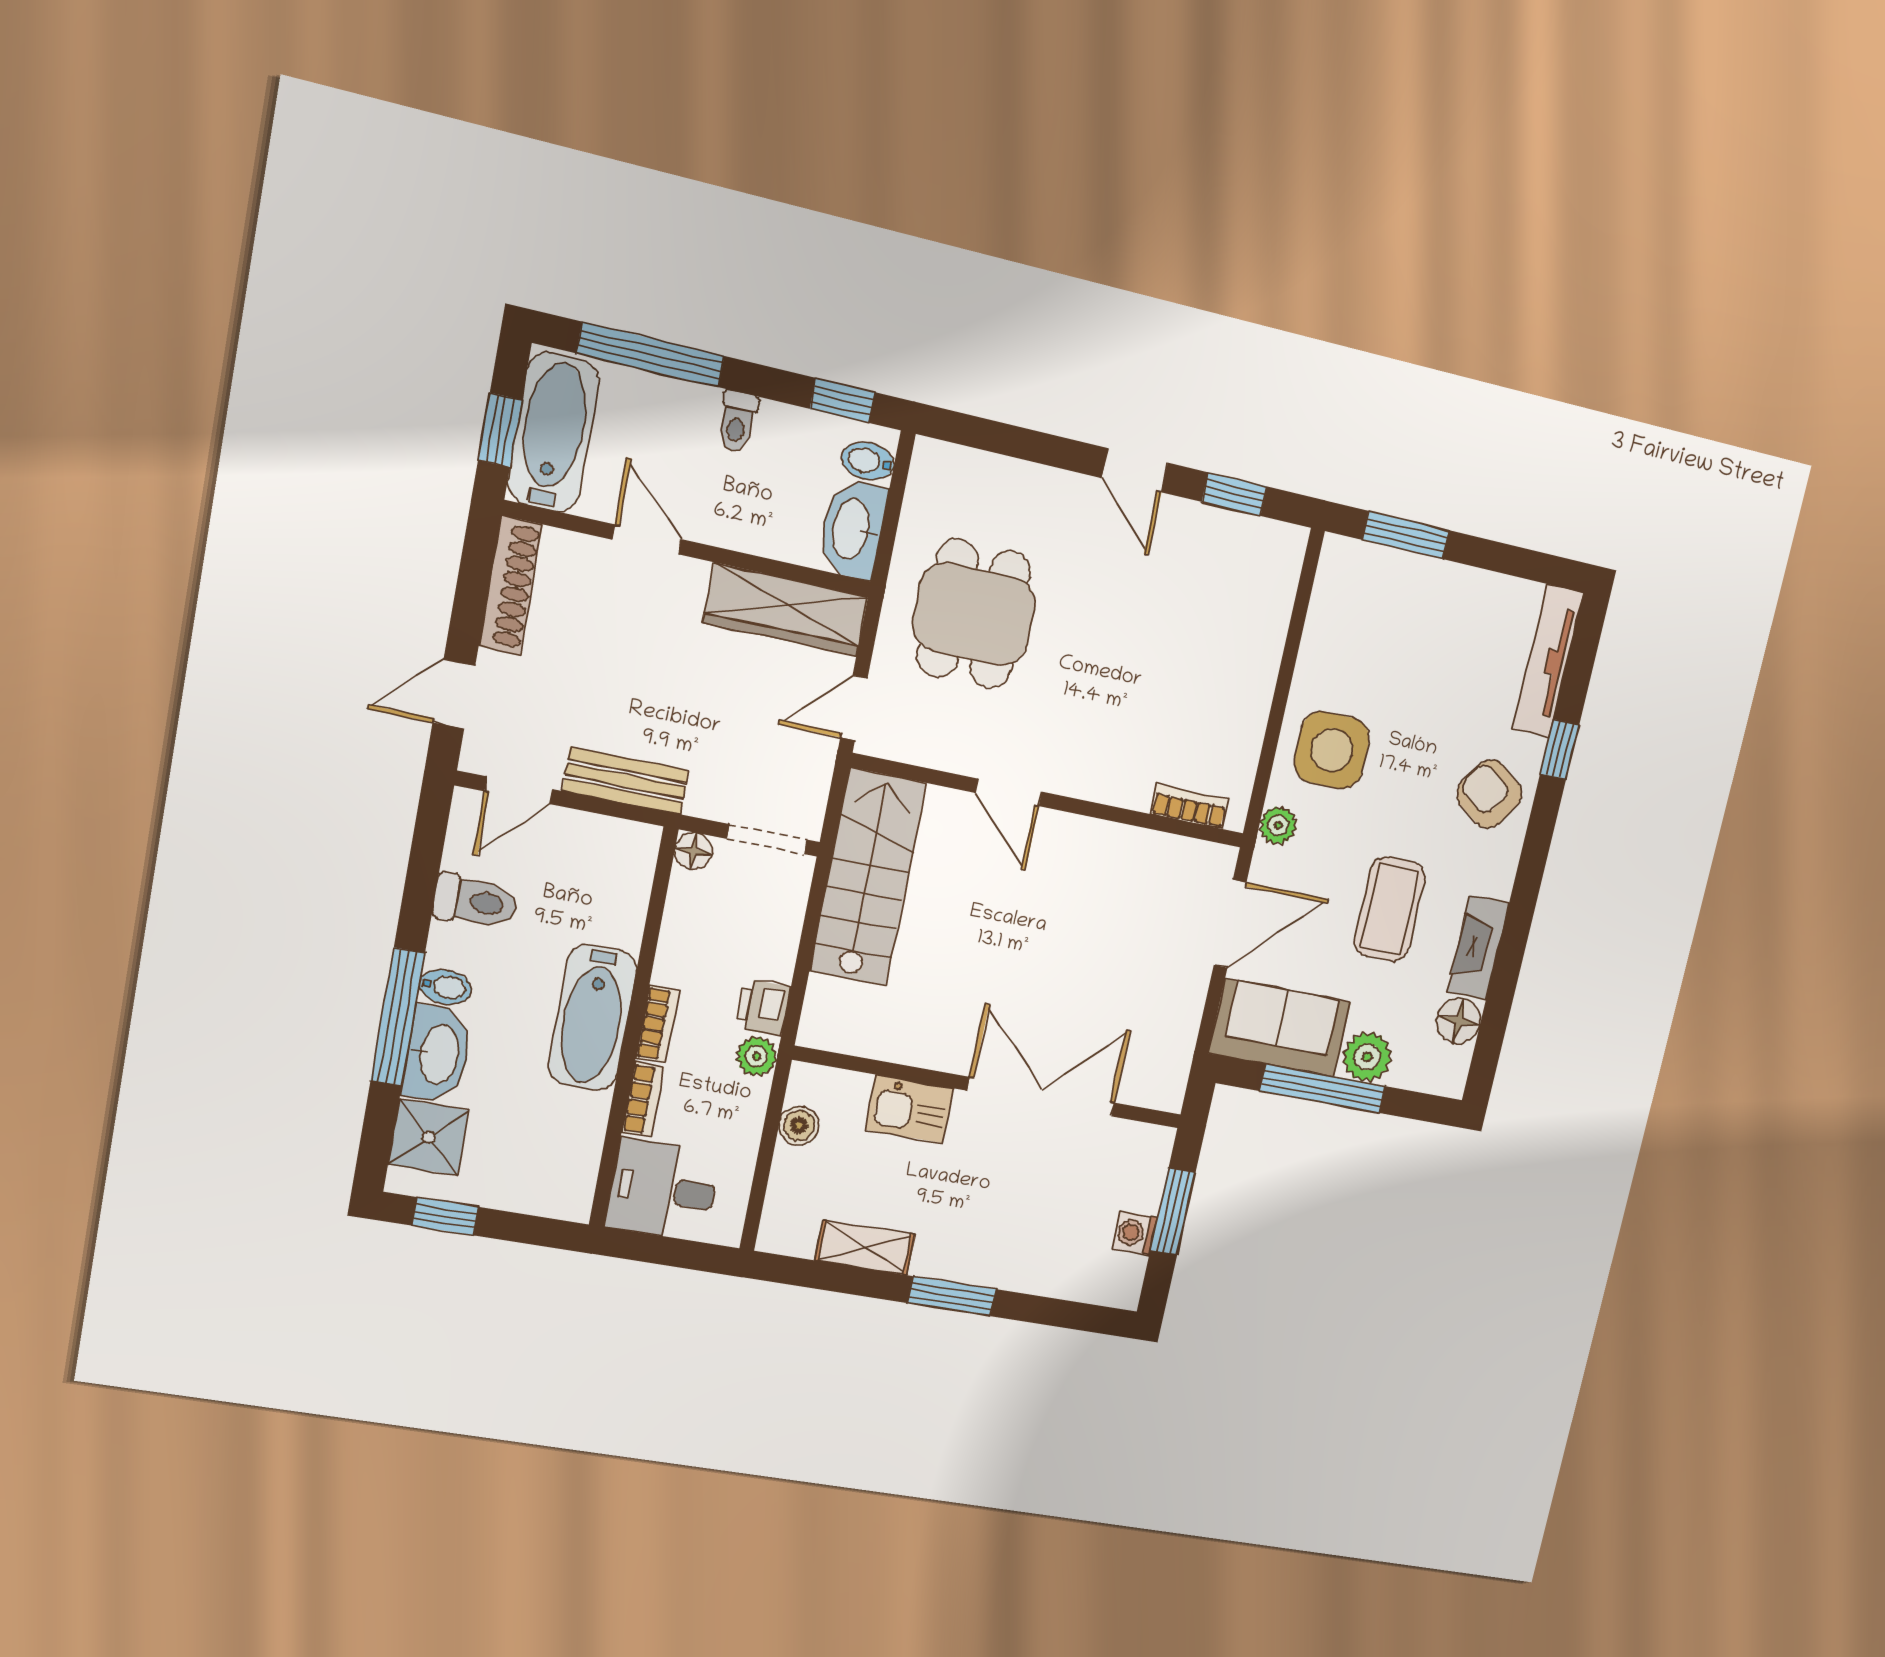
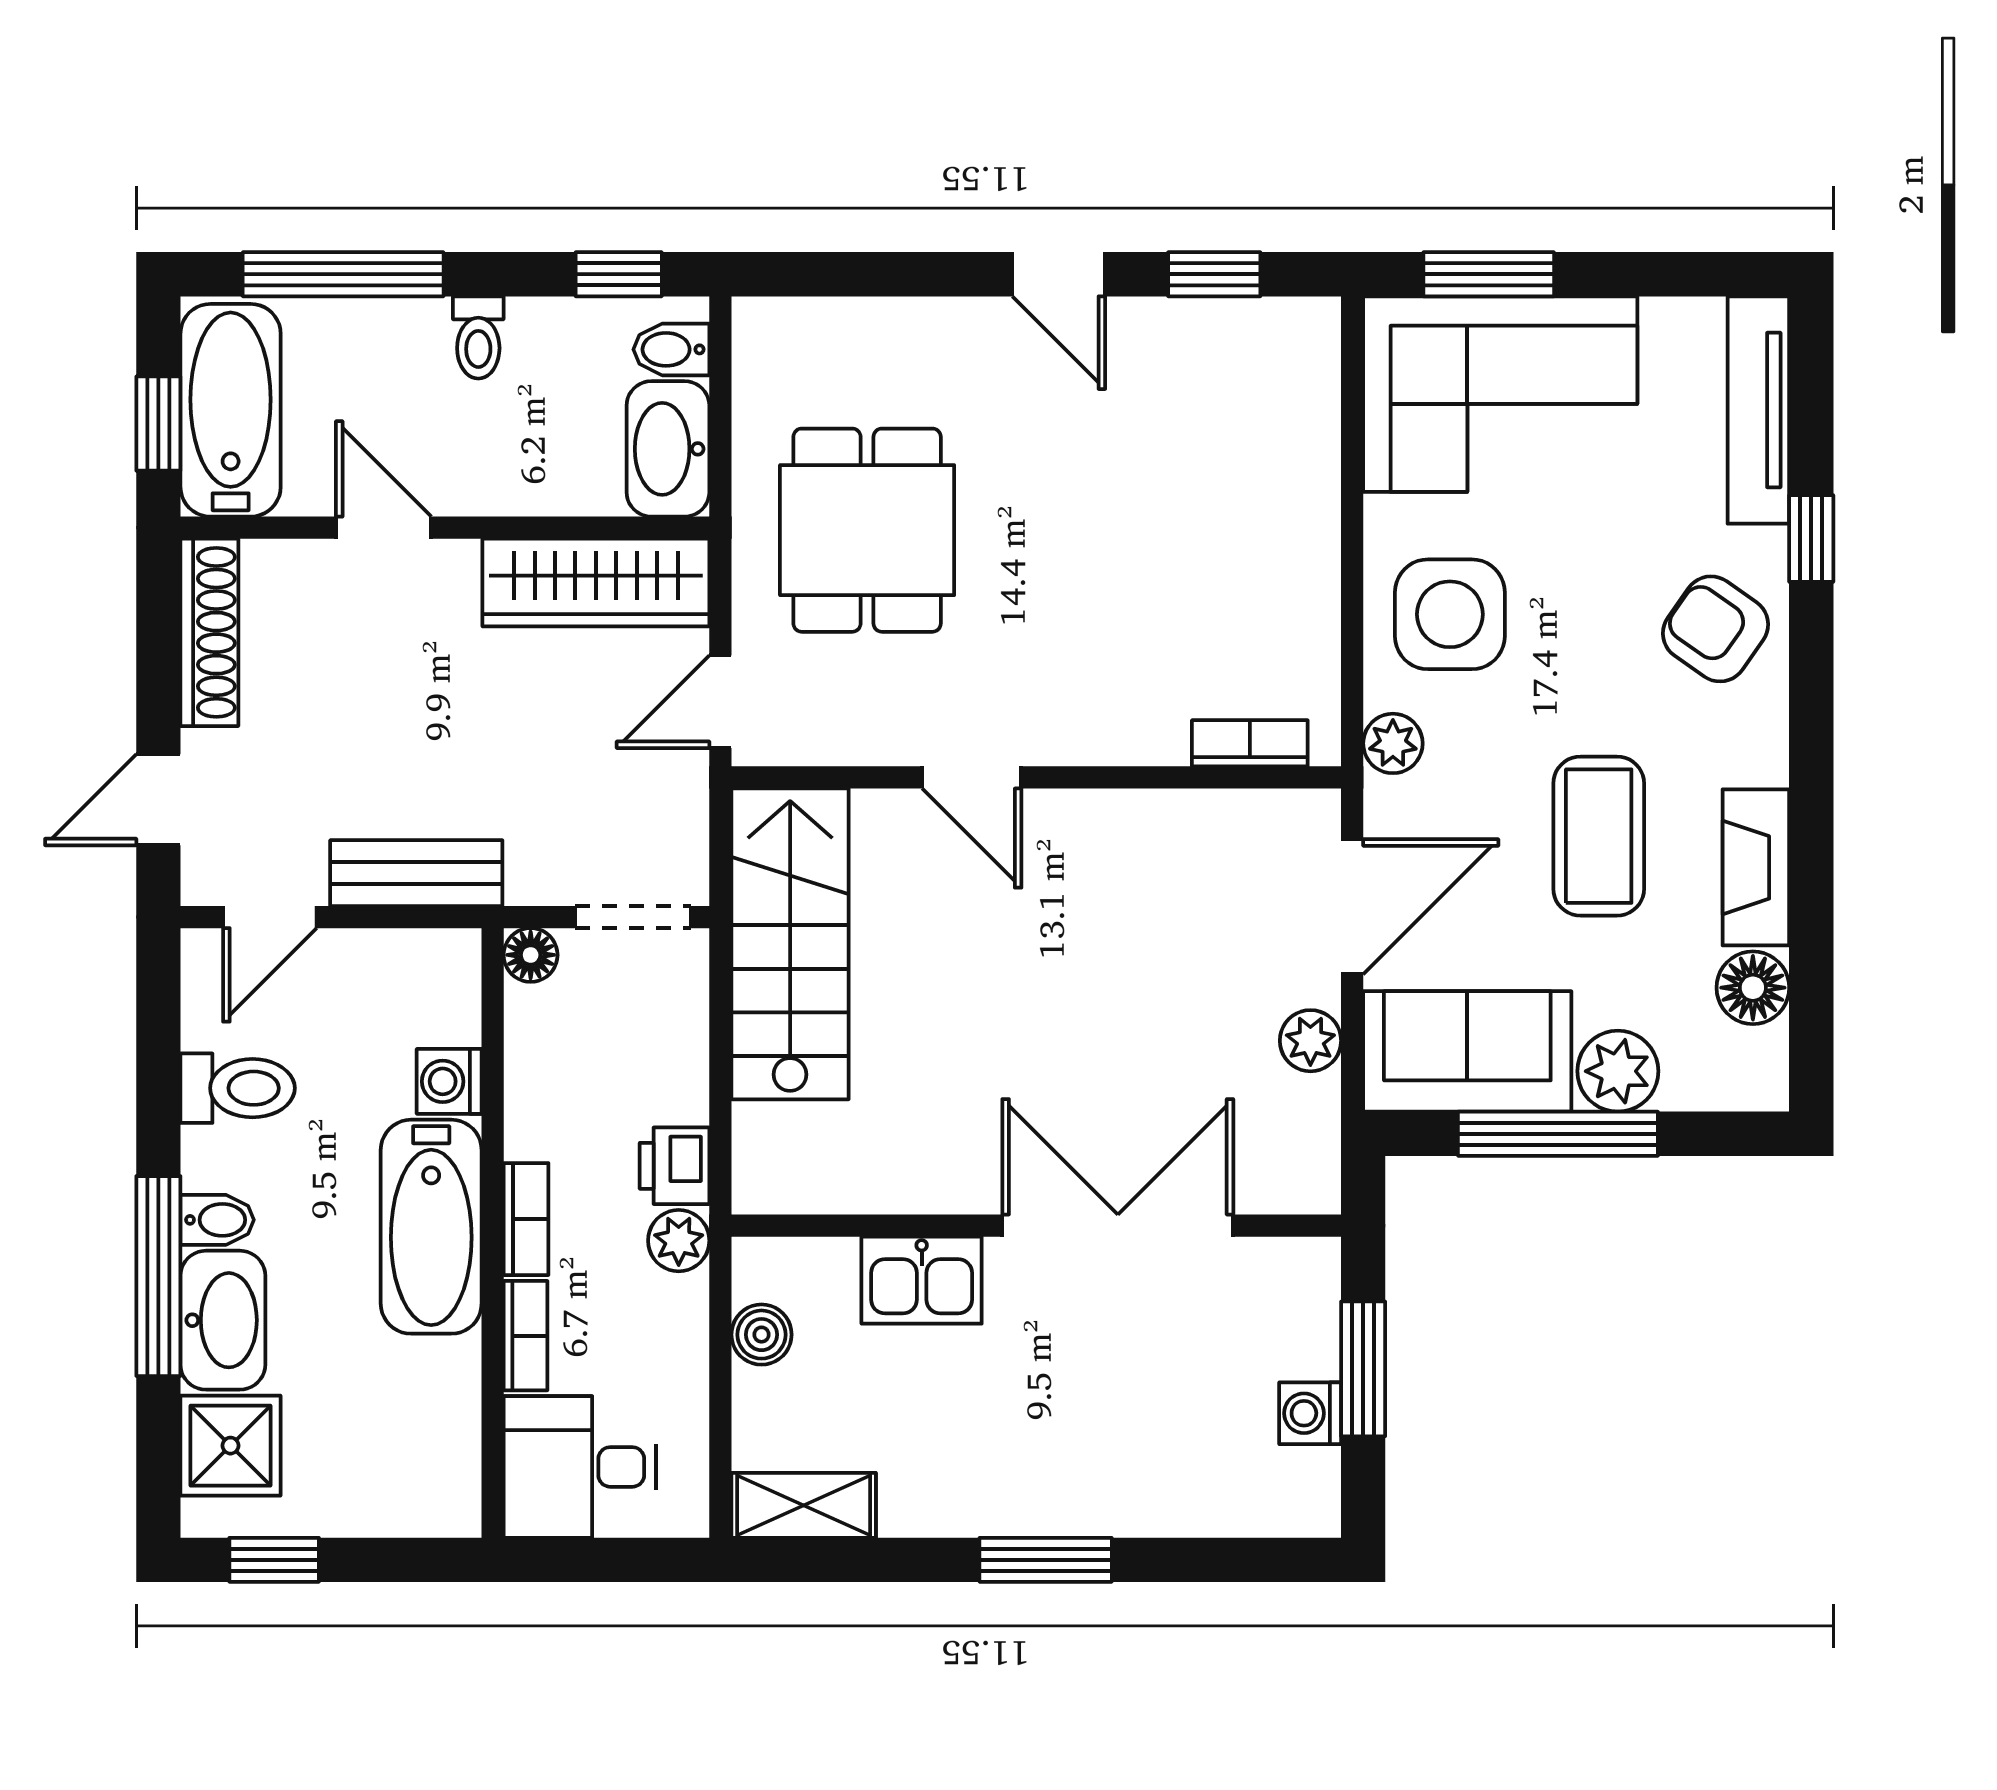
corner sofa: (1395, 615) -> (1500, 394), added
washing machine: (622, 924) -> (449, 1081), added
plant: (1186, 1003) -> (1310, 1041), added
shelving: (865, 1248) -> (804, 1505), moved

